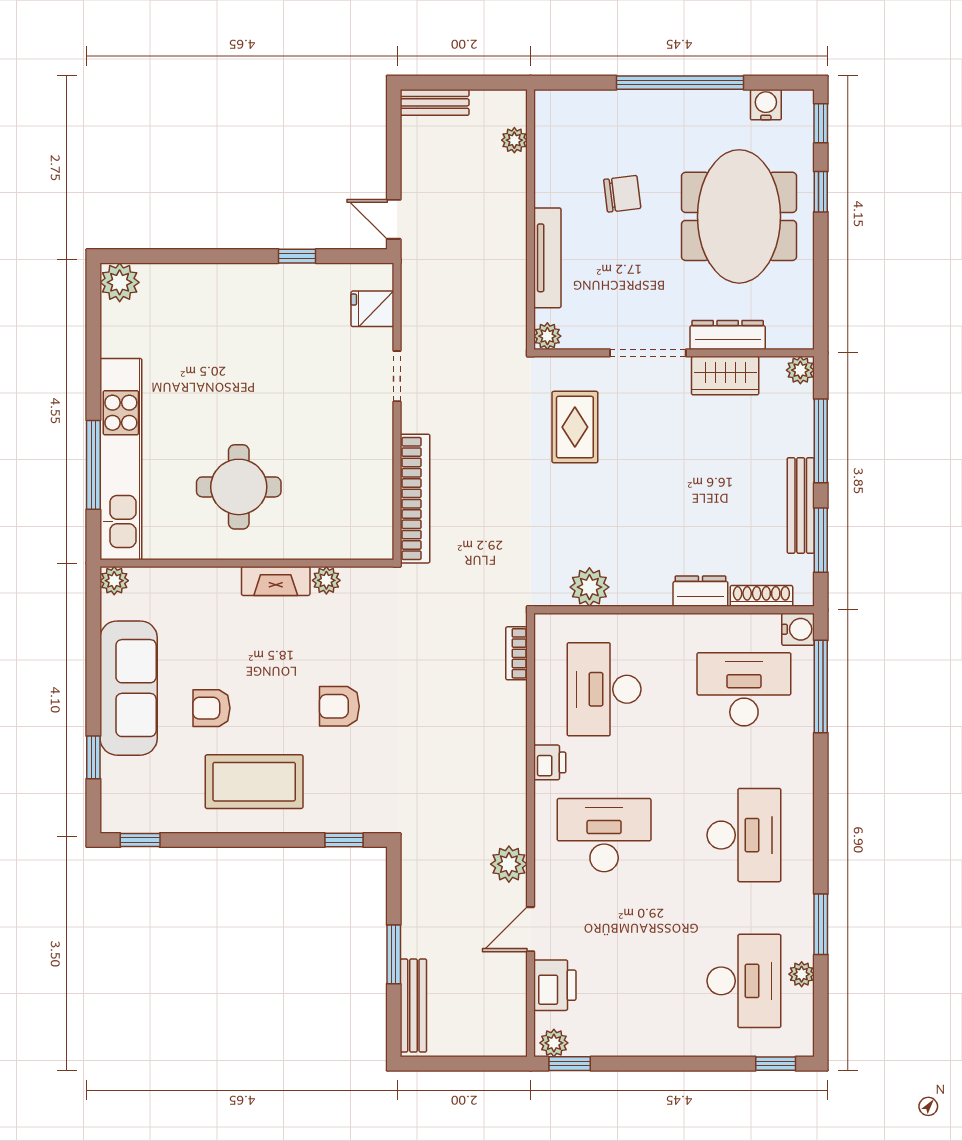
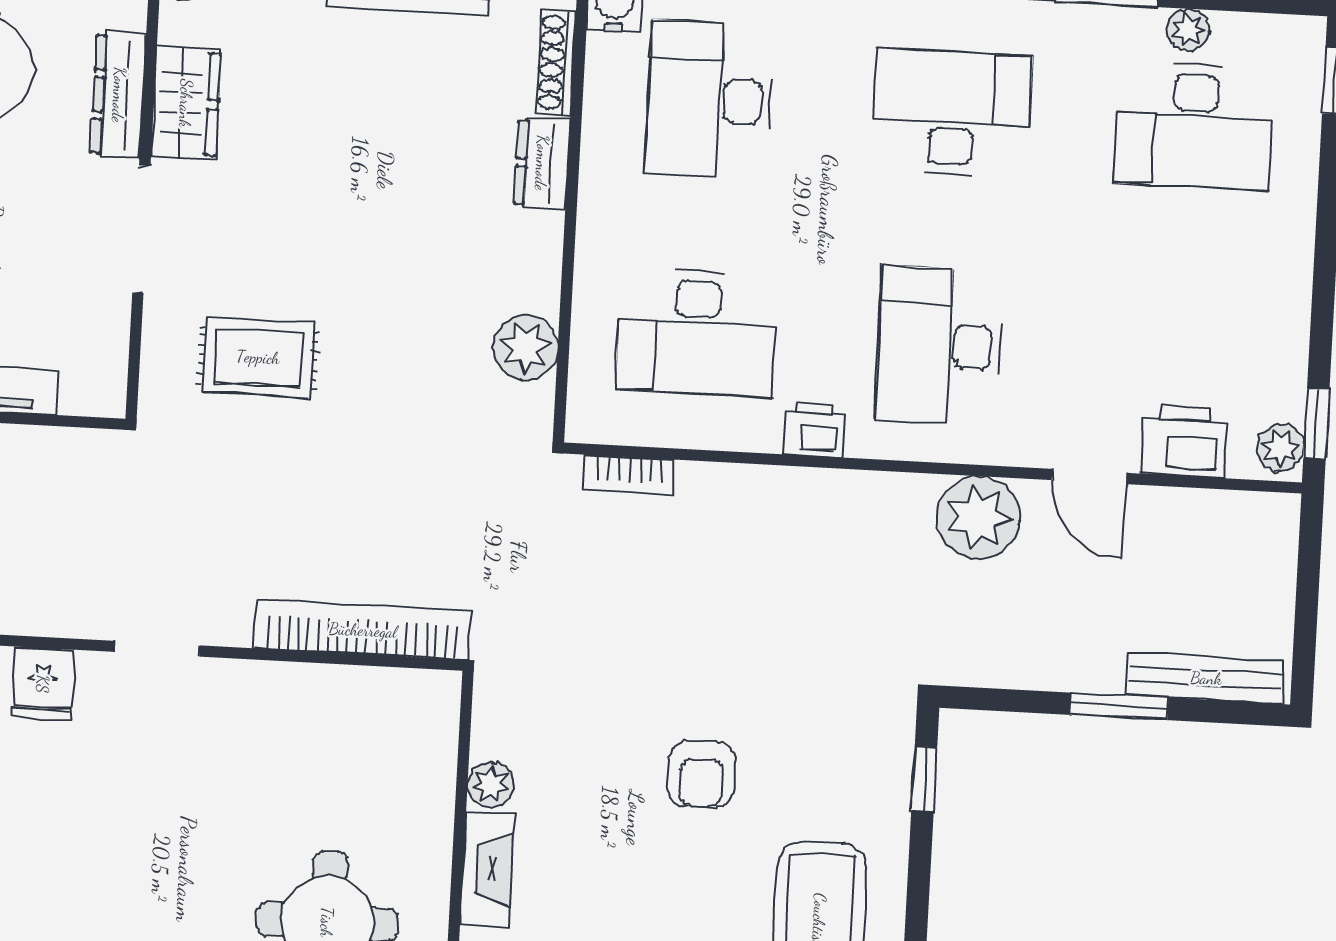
plant: (547, 336) -> (104, 395), removed
plant: (509, 864) -> (978, 518), width x1.36, depth x1.36
desk: (744, 981) -> (1194, 126), turned 180

